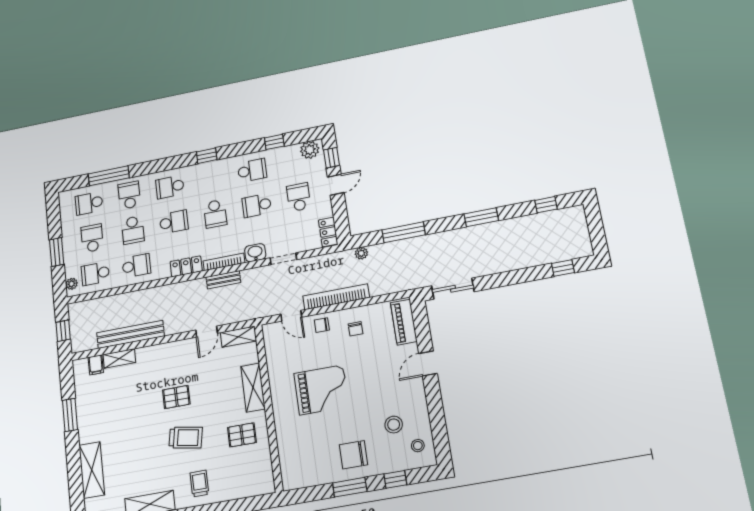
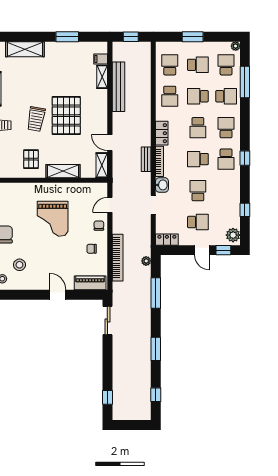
school desk: (252, 170) -> (226, 159), moved
plant: (72, 284) -> (236, 46), moved
bookcase: (336, 297) -> (118, 258), moved
pallet: (176, 397) -> (66, 116), width x2.05, depth x2.00

